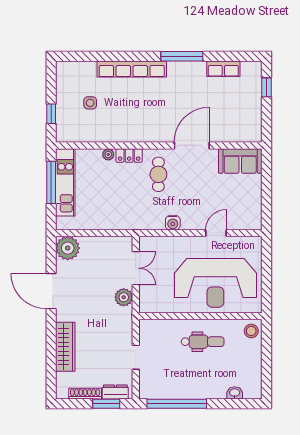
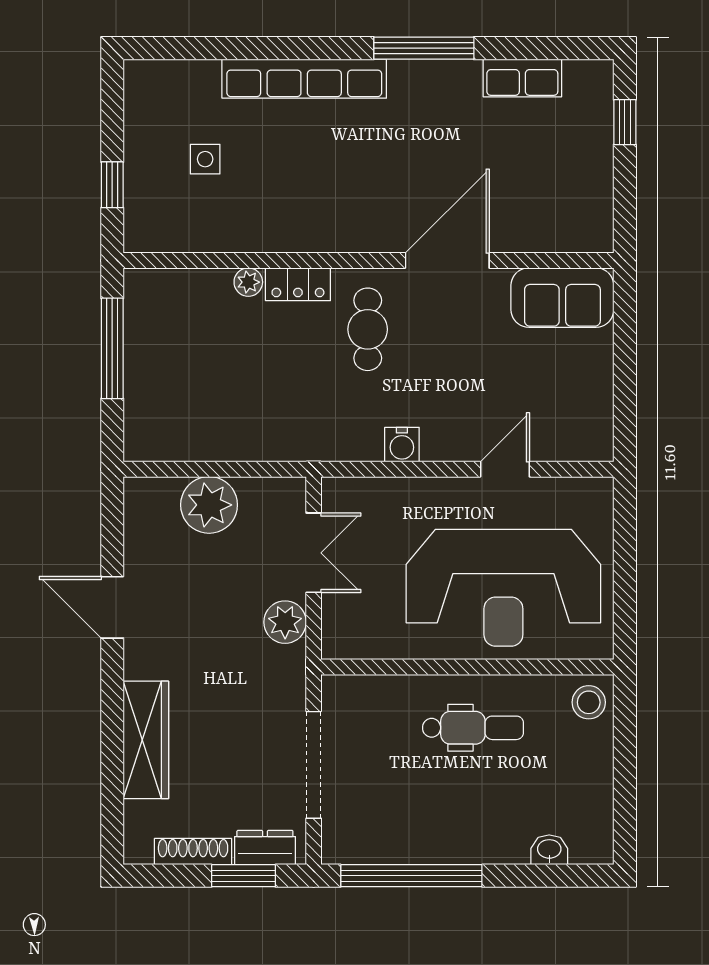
kitchen unit: (65, 182) -> (146, 348), removed
plant: (68, 248) -> (209, 505), moved
door: (51, 291) -> (112, 607), width x0.73
doorway: (136, 357) -> (314, 765), width x1.88

